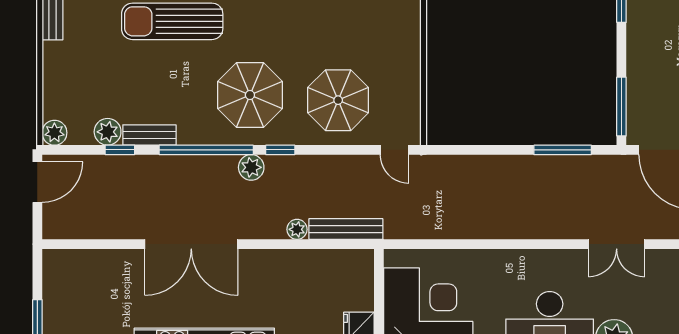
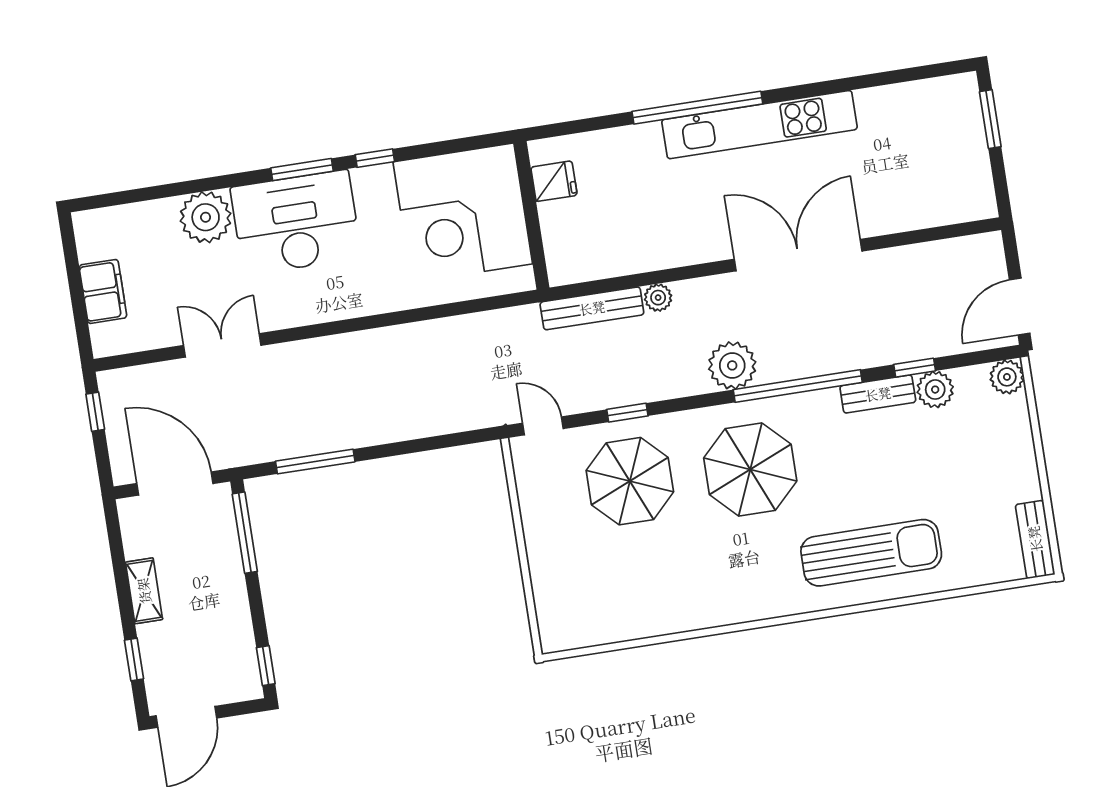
window: (280, 150) -> (627, 413), moved
plant: (251, 167) -> (732, 365), width x1.36, depth x1.36

